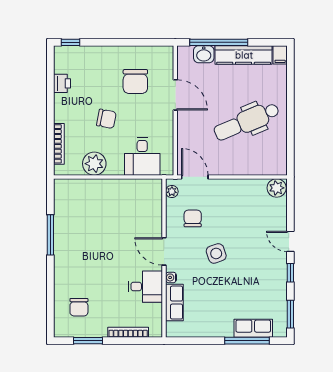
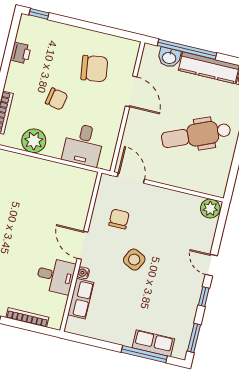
chair: (135, 82) -> (94, 69), turned -98
plant: (172, 191) -> (105, 187), removed
side table: (216, 253) -> (134, 260), turned 45

